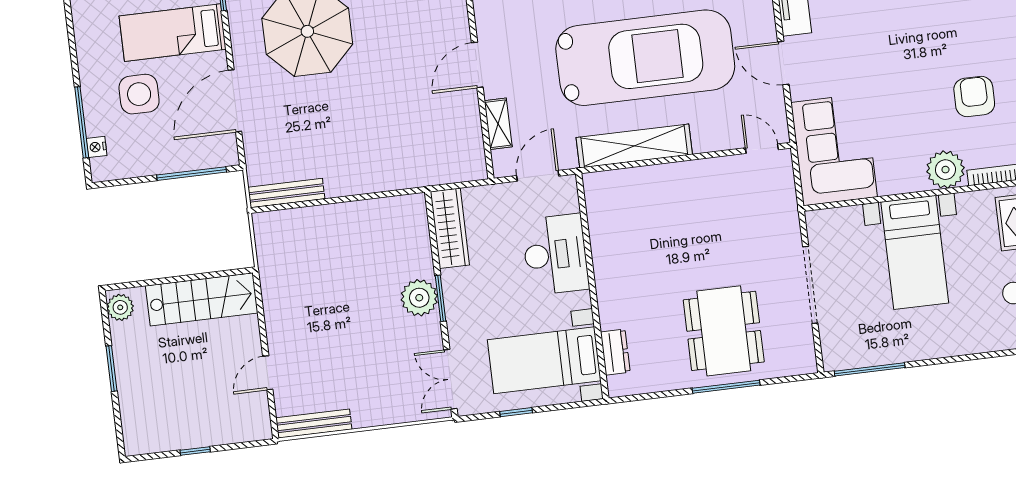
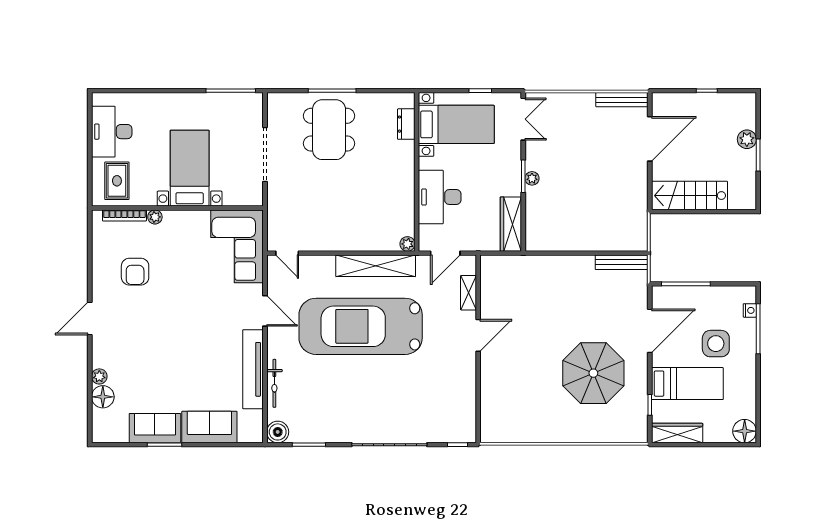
plant: (945, 170) -> (155, 217), width x0.53, depth x0.53
plant: (593, 182) -> (407, 244), added
plant: (419, 298) -> (532, 178), width x0.53, depth x0.53
plant: (120, 307) -> (747, 139), moved
door: (268, 373) -> (650, 139), width x1.88

